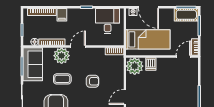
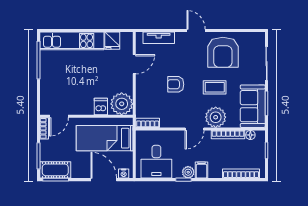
plant: (83, 13) -> (188, 172), added
filing cabinet: (62, 15) -> (201, 170), moved

